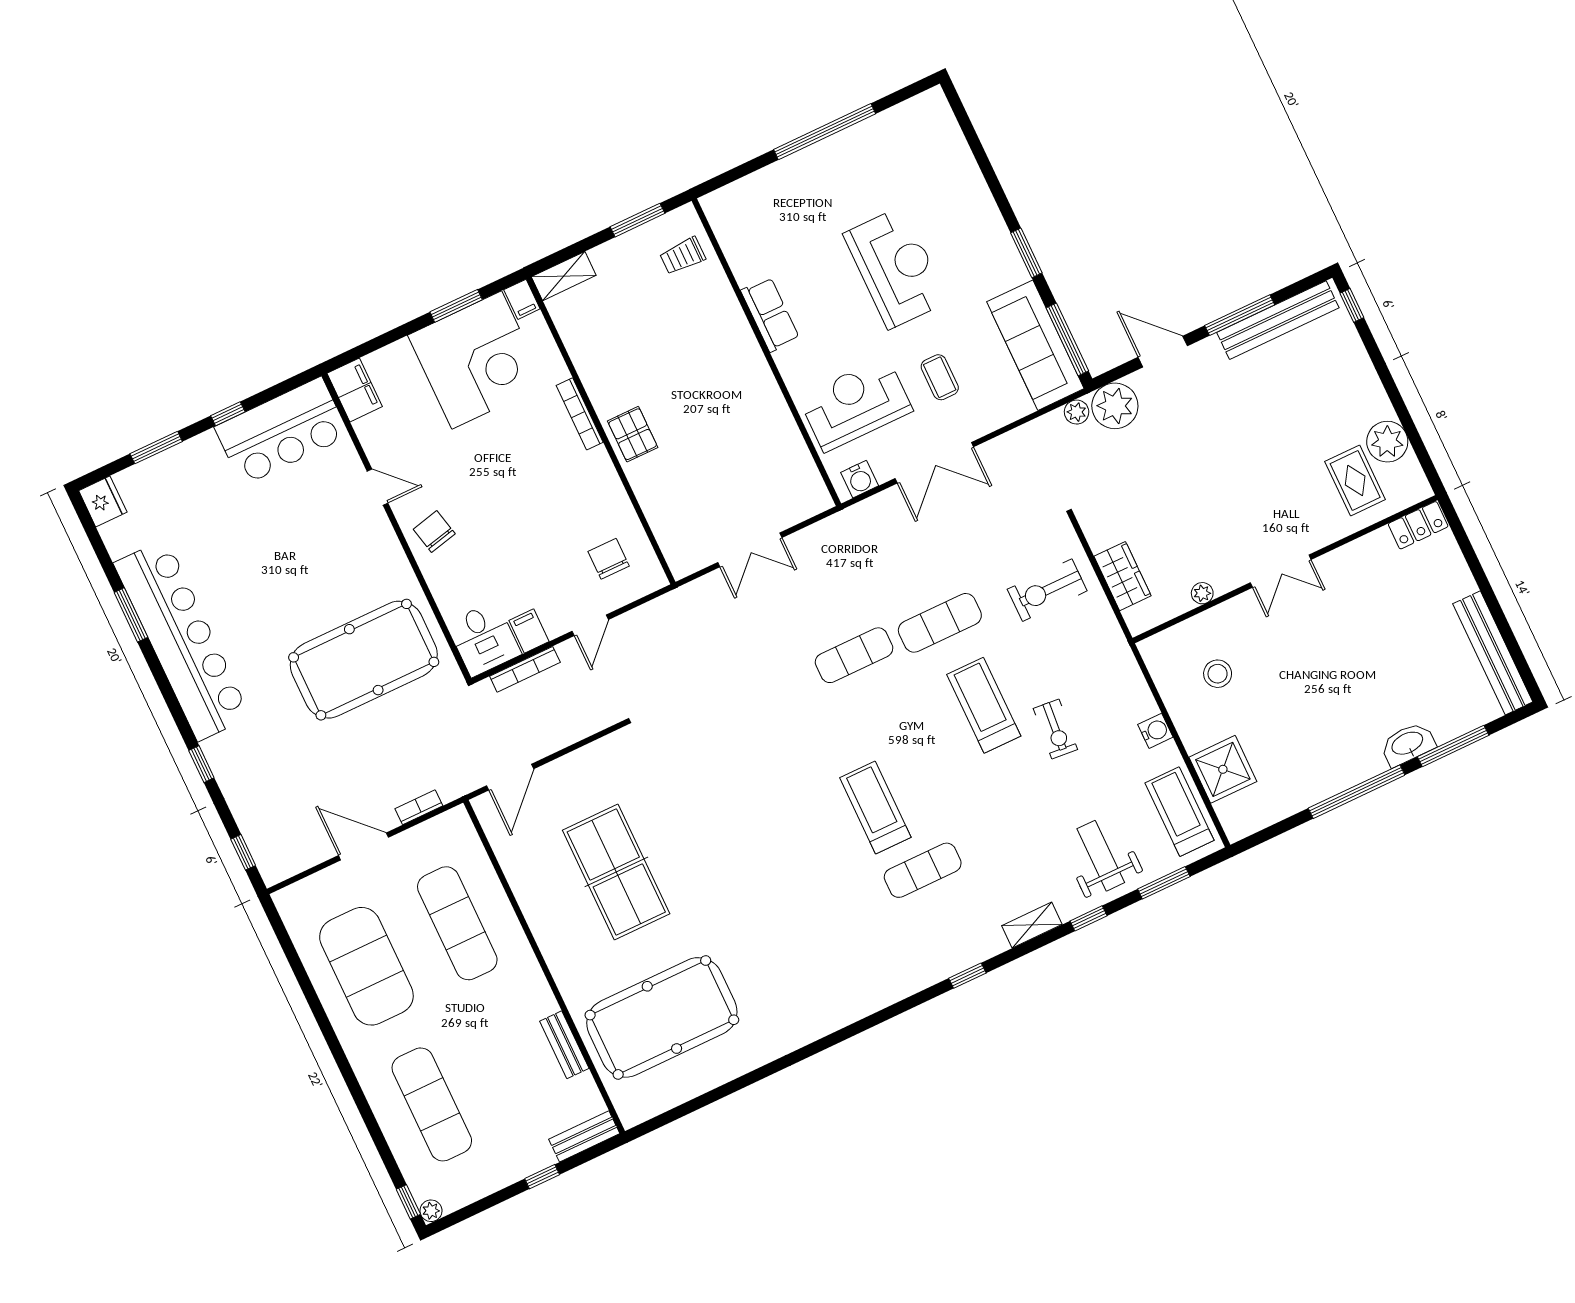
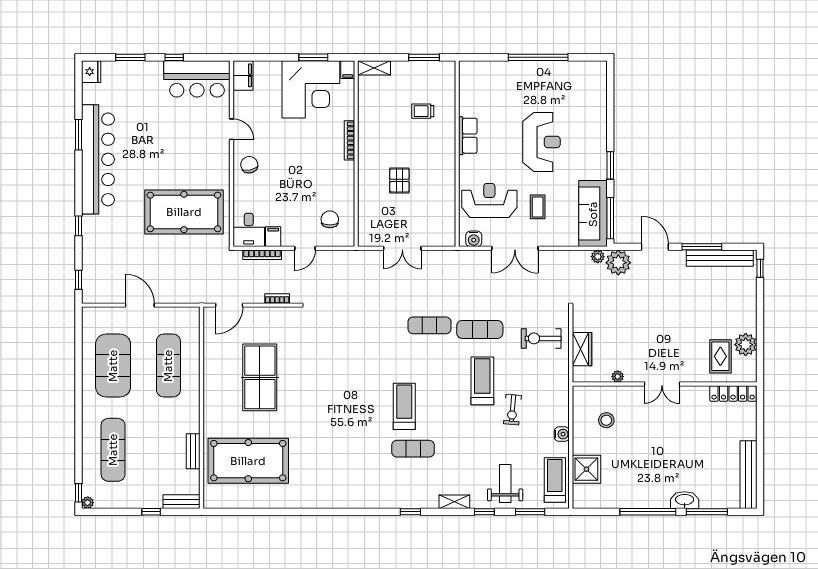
trolley: (683, 256) -> (423, 111), moved
pallet: (633, 434) -> (399, 180), moved
locker: (1418, 525) -> (733, 393), width x1.53
bookcase: (419, 807) -> (277, 299), moved

